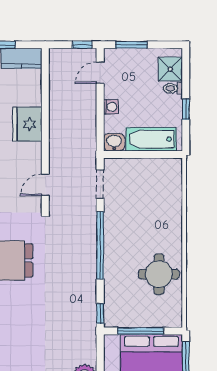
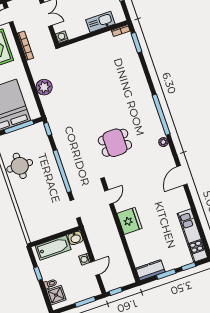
door: (100, 73) -> (95, 268), moved
fridge: (27, 124) -> (129, 221), moved

